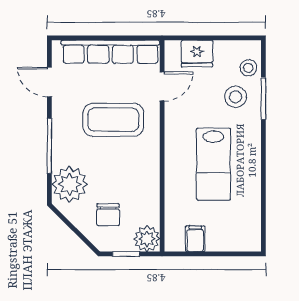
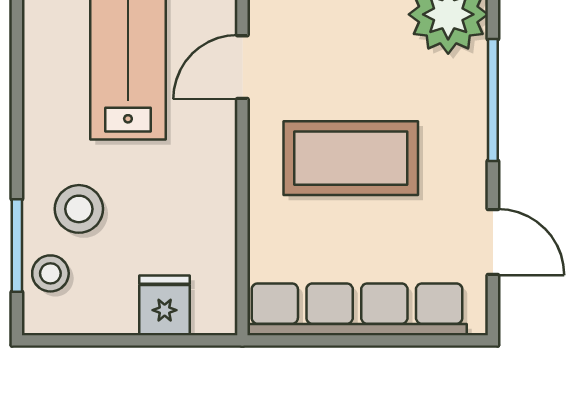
fridge: (197, 53) -> (165, 305), width x0.72
door: (162, 86) -> (242, 67), moved
window: (263, 99) -> (17, 246), moved

